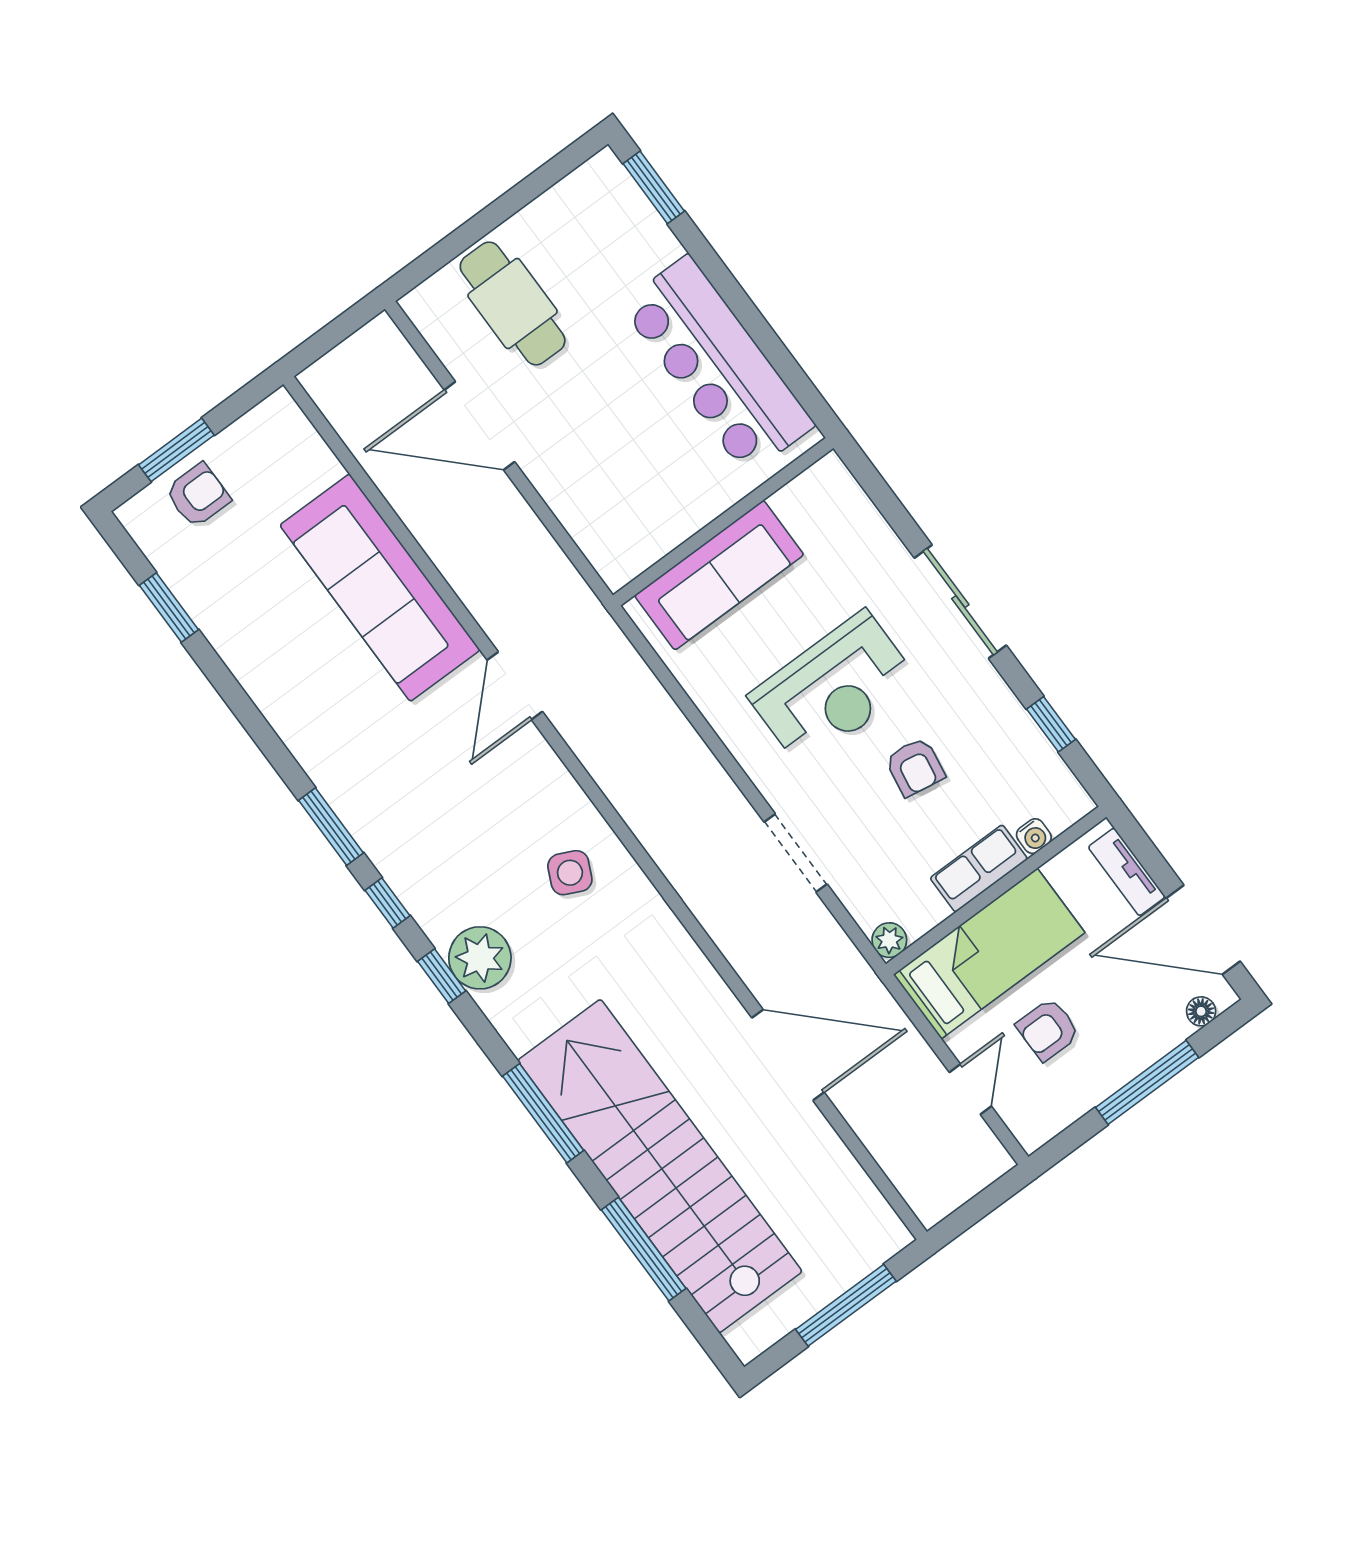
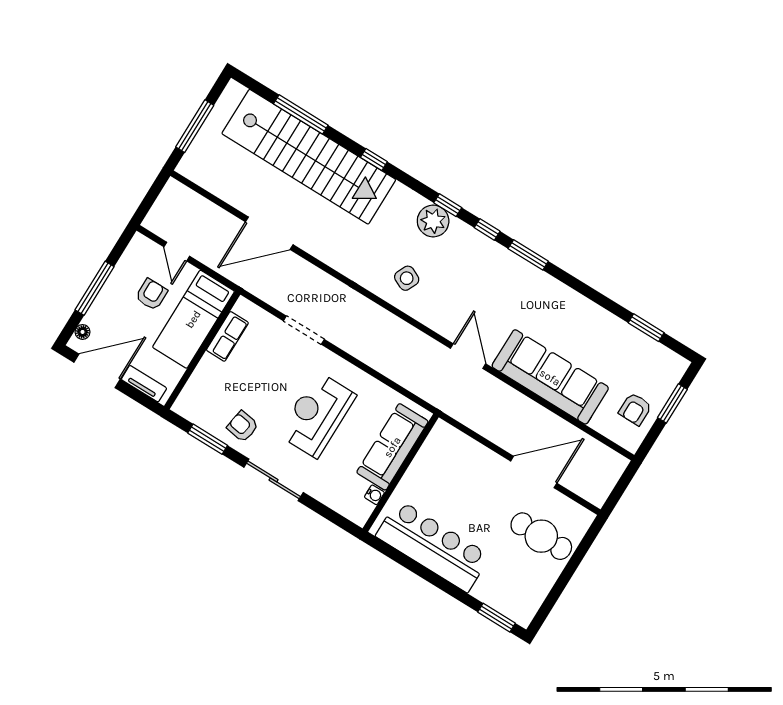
armchair: (198, 495) -> (635, 409), moved
window: (1051, 724) -> (208, 439), width x1.50
armchair: (915, 767) -> (243, 426), moved
water cooler: (1034, 836) -> (374, 495), moved, turned 180
row of seats: (979, 868) -> (227, 336), moved
plant: (889, 940) -> (243, 307), removed
window: (543, 1113) -> (374, 160), width x0.46

